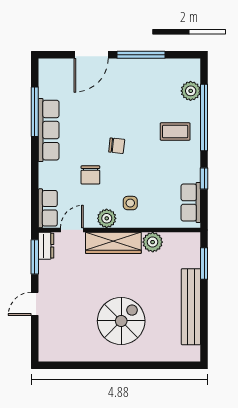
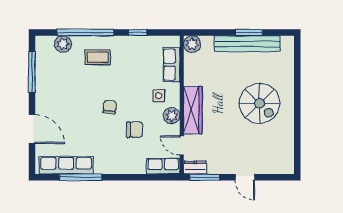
window: (141, 55) -> (32, 72), moved
row of seats: (49, 130) -> (66, 165), moved
coffee table: (175, 132) -> (98, 57), turned 90
row of seats: (191, 202) -> (172, 65), moved, turned 90
plant: (153, 242) -> (192, 44), moved
window: (204, 263) -> (249, 33), moved
spiral stairs: (121, 321) -> (259, 103), turned 180

